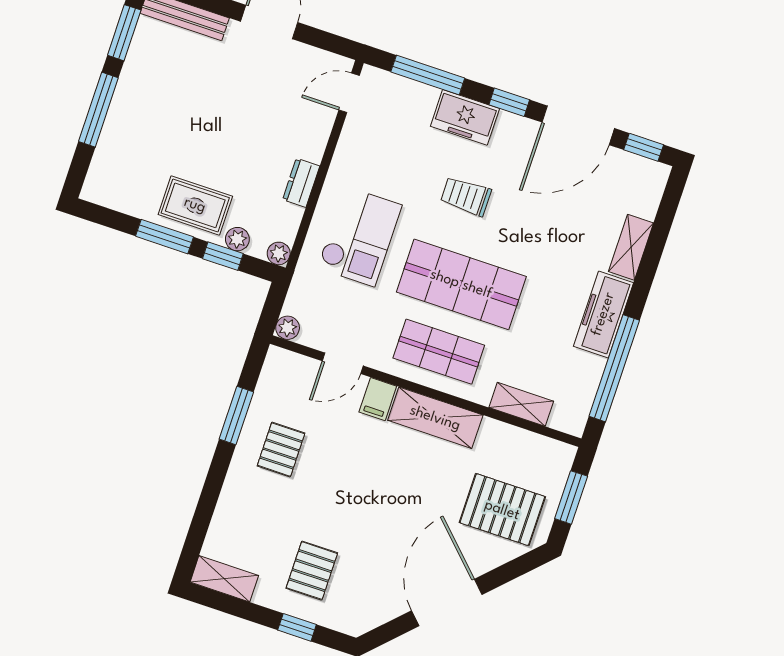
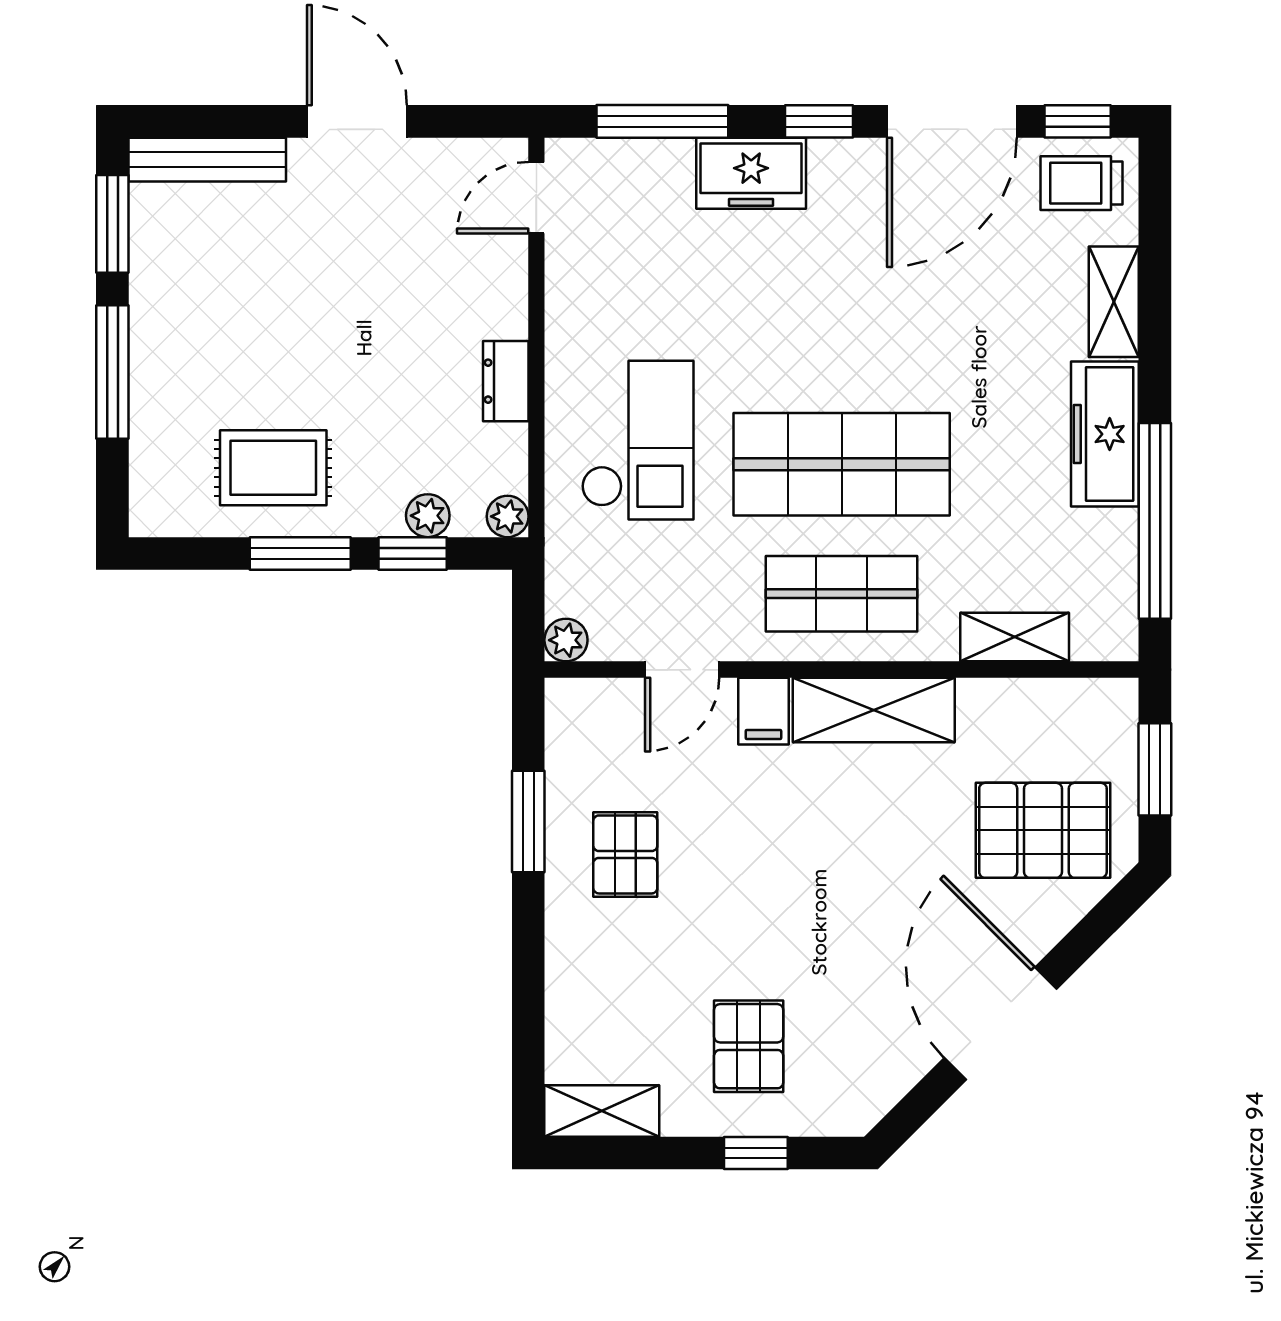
trolley: (466, 196) -> (1081, 183), moved
rug: (195, 205) -> (273, 468), moved

